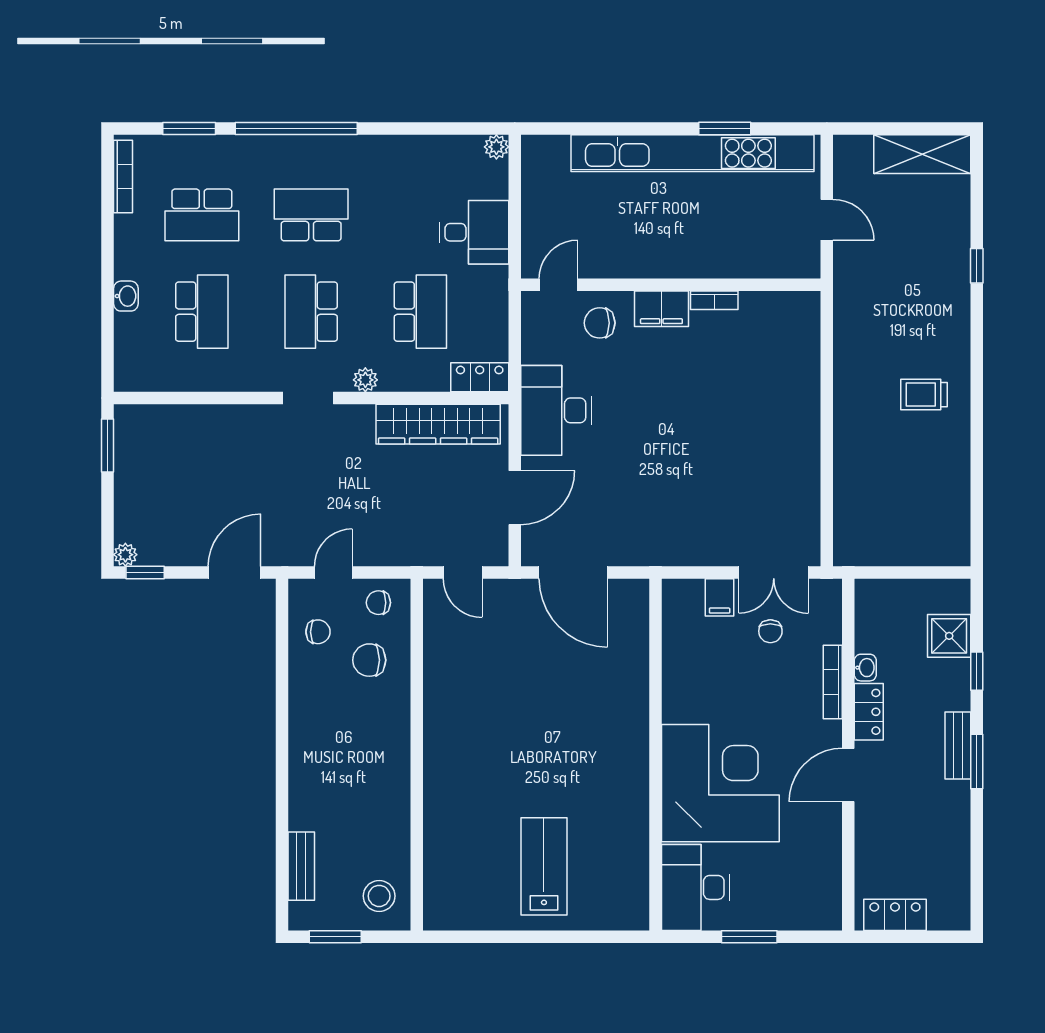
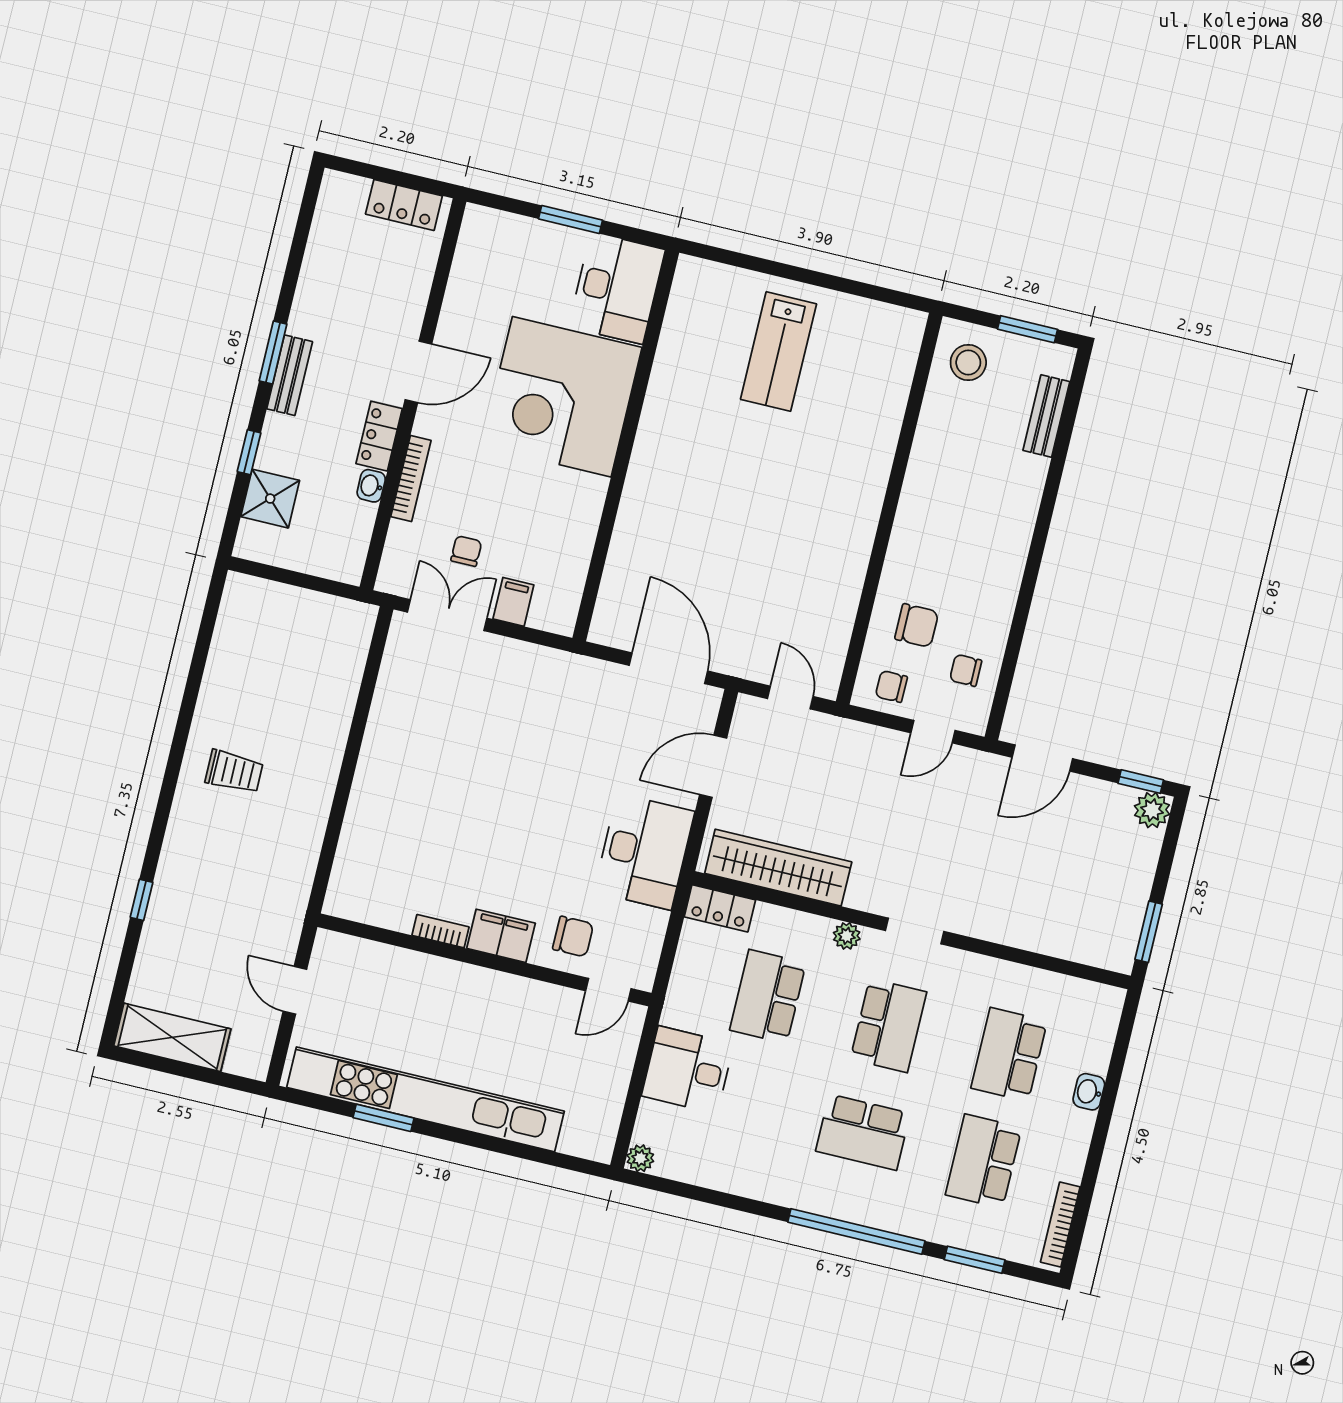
school desk: (202, 215) -> (984, 1161), turned -90
plant: (125, 555) -> (1152, 810), width x1.38, depth x1.38
chair: (378, 603) -> (891, 686), turned 180

